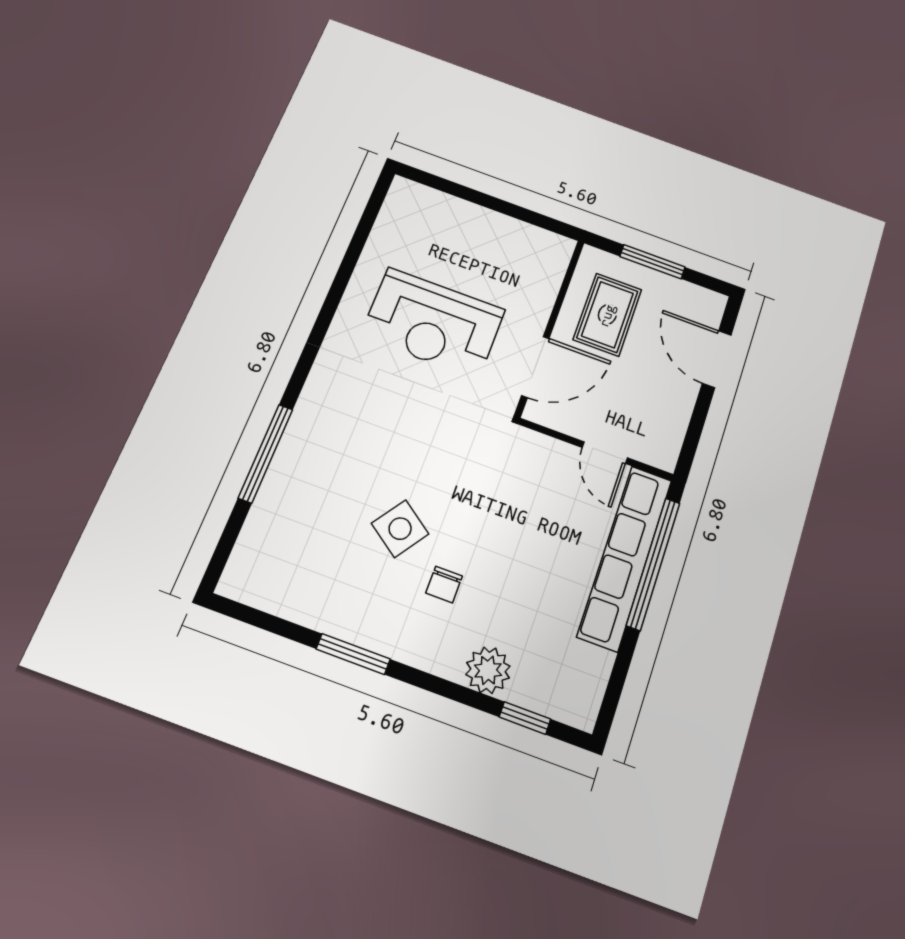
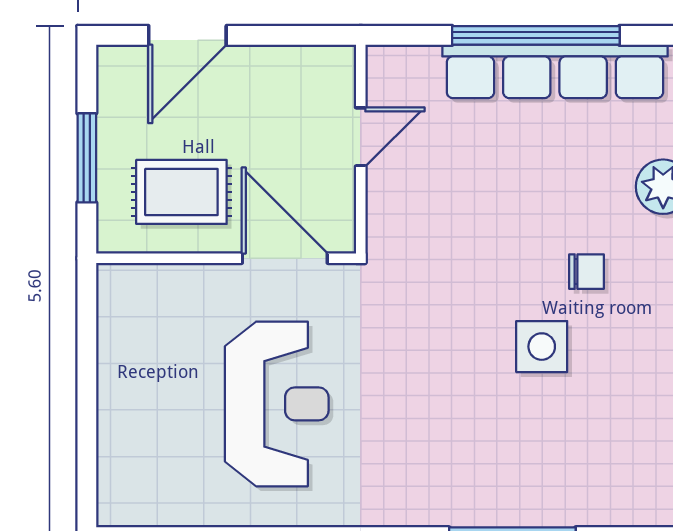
side table: (400, 529) -> (542, 347), turned -35
row of seats: (625, 557) -> (555, 71), moved
window: (653, 564) -> (536, 35), moved

